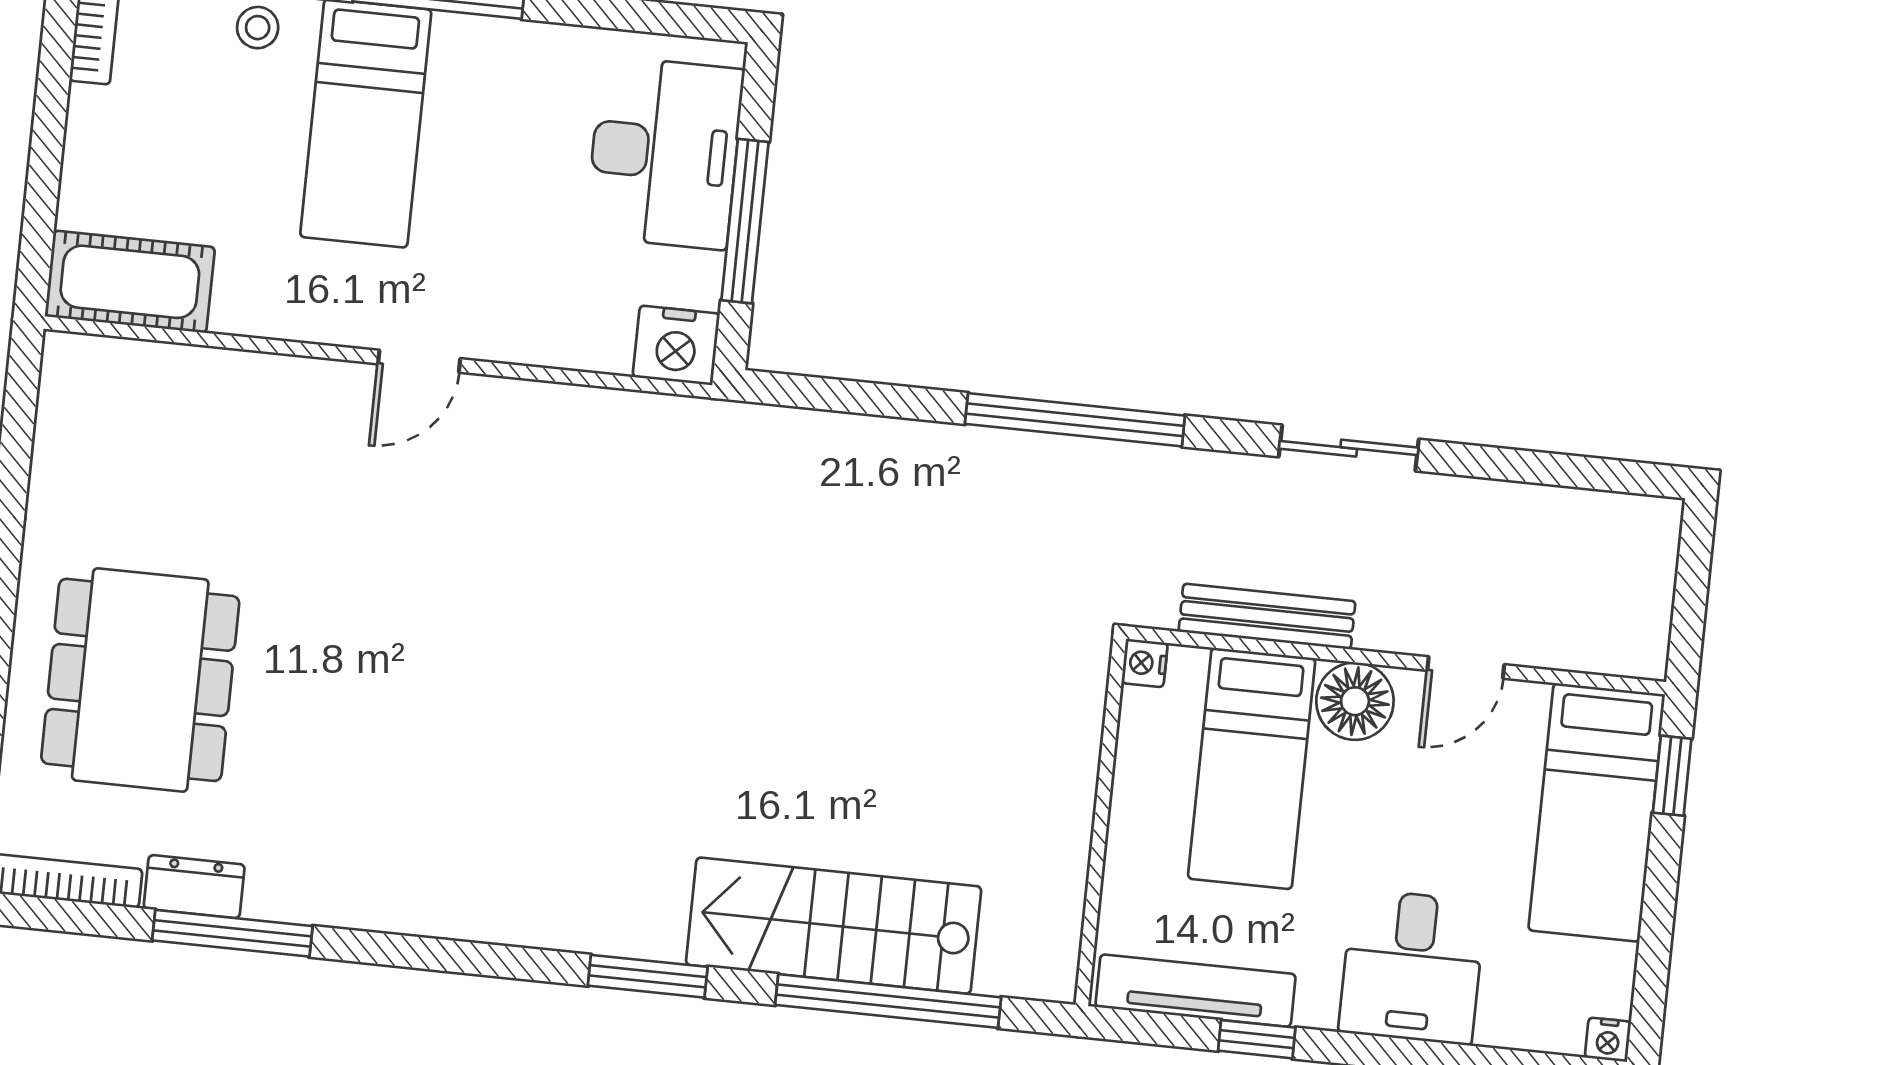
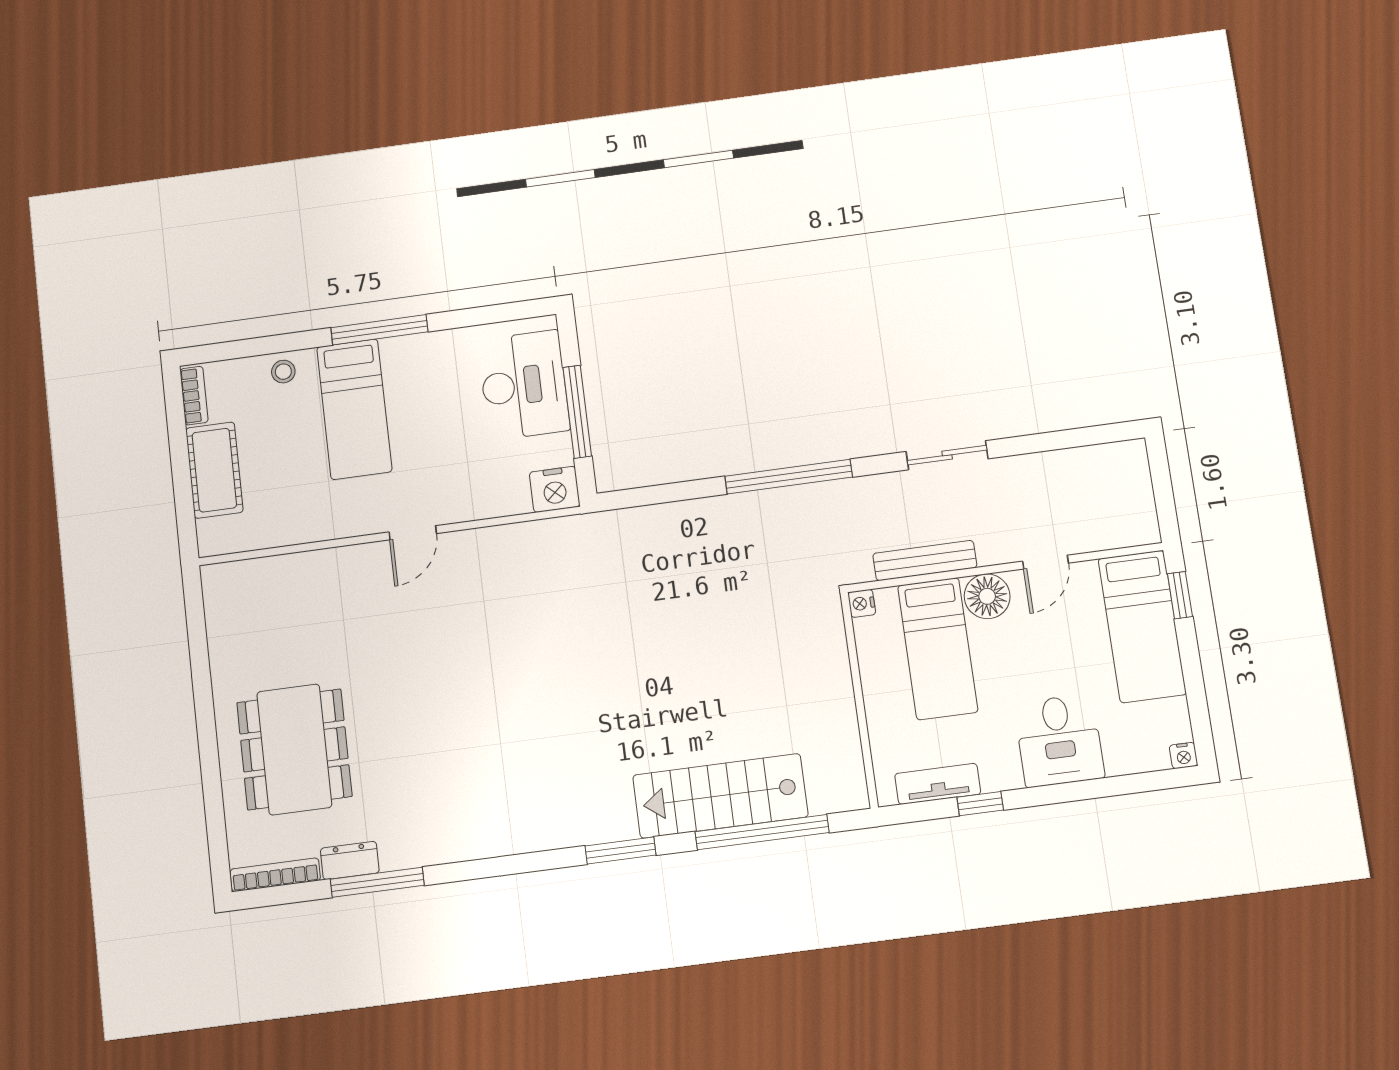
cot: (130, 282) -> (214, 470), moved, turned 90
tv unit: (1196, 991) -> (938, 784), width x0.71

